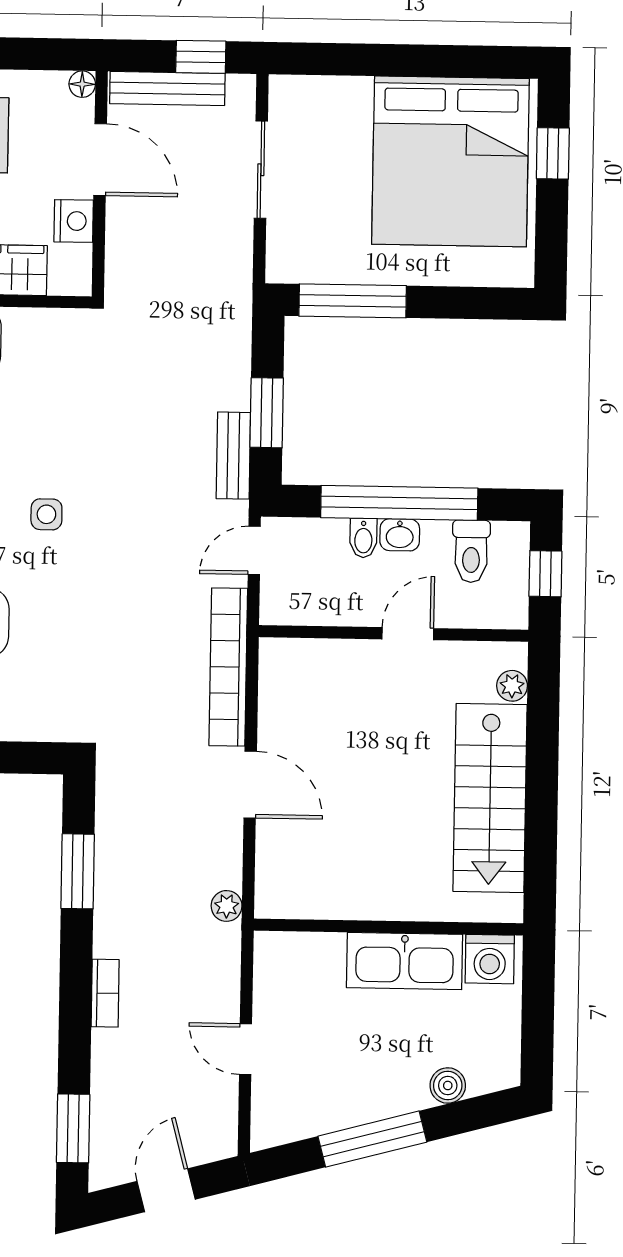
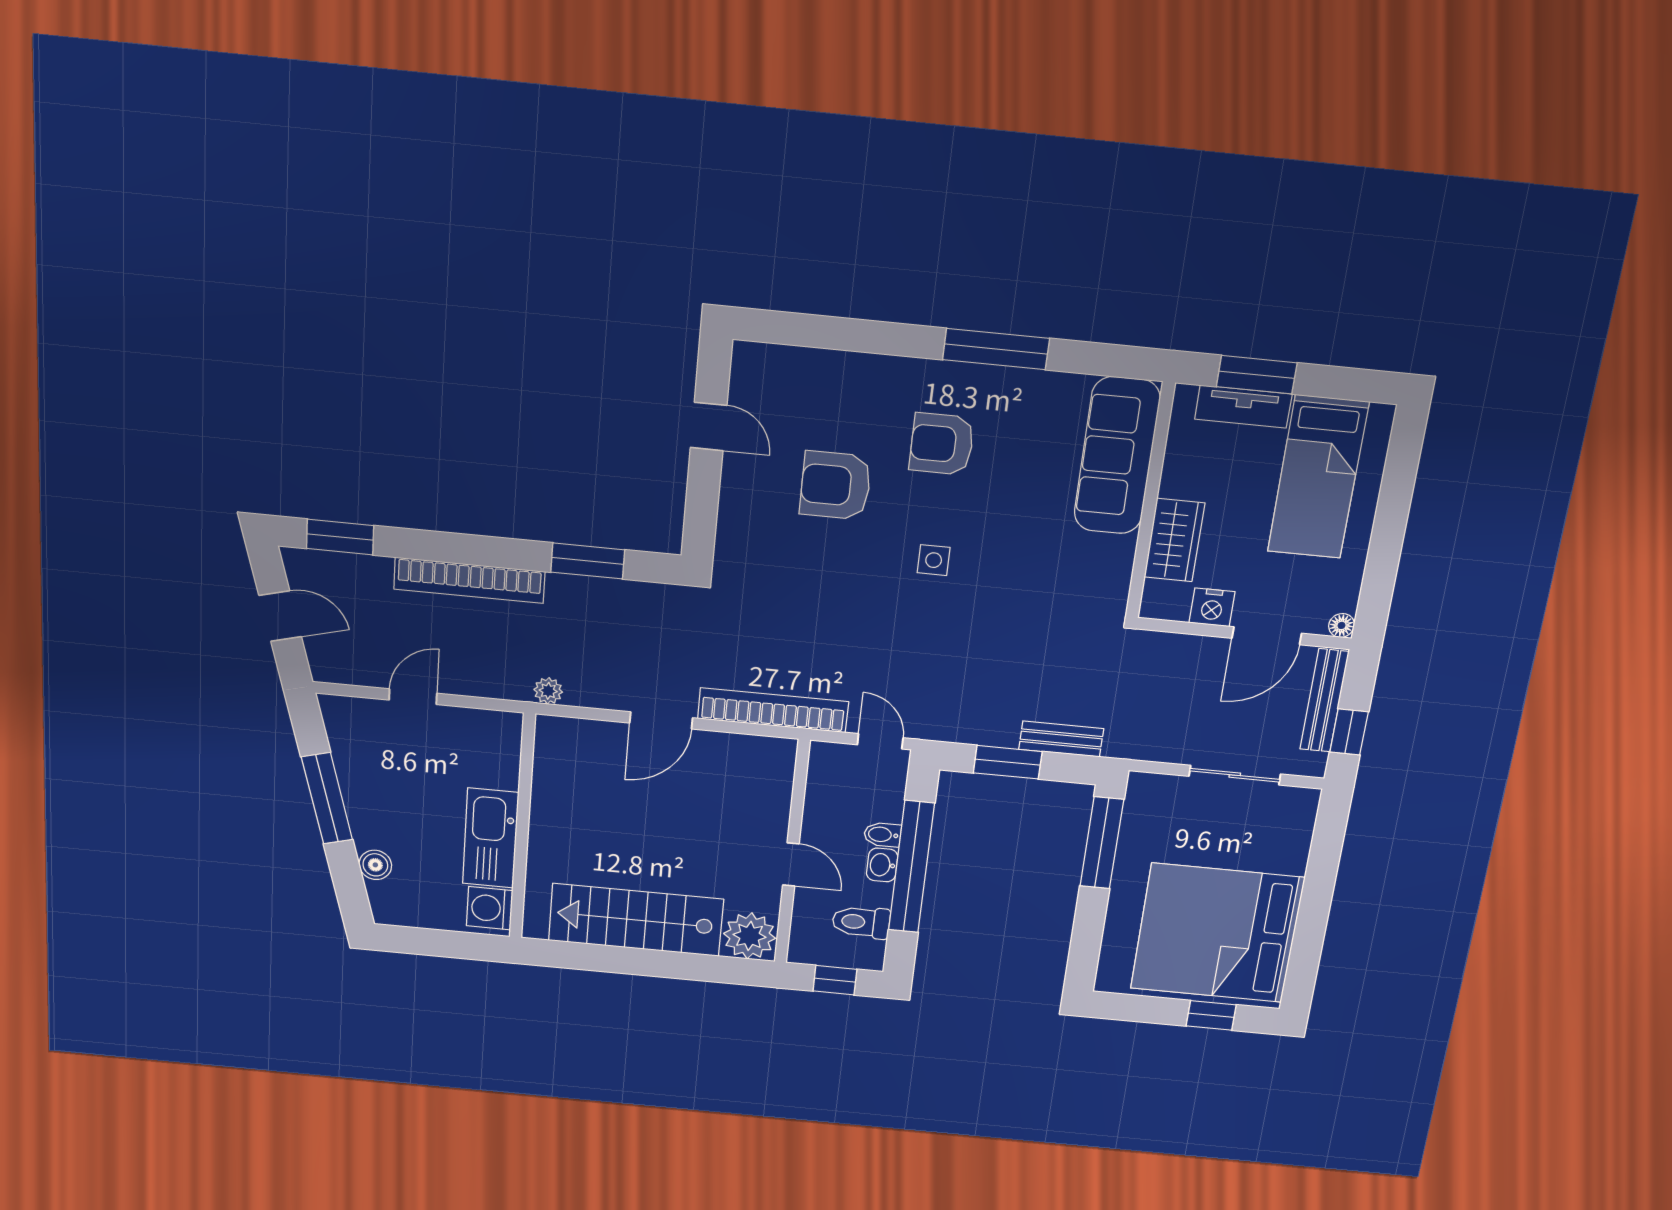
bench: (233, 456) -> (1061, 739), moved
plant: (512, 686) -> (750, 936), width x1.87, depth x1.87
bookcase: (105, 993) -> (469, 580), width x2.31, depth x1.31

